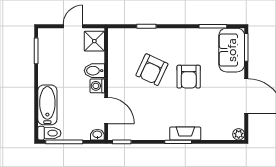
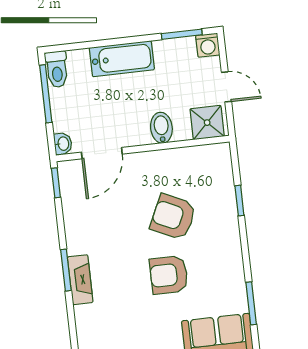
washing machine: (97, 86) -> (208, 45), moved, turned 180
bathtub: (47, 105) -> (122, 59), moved

